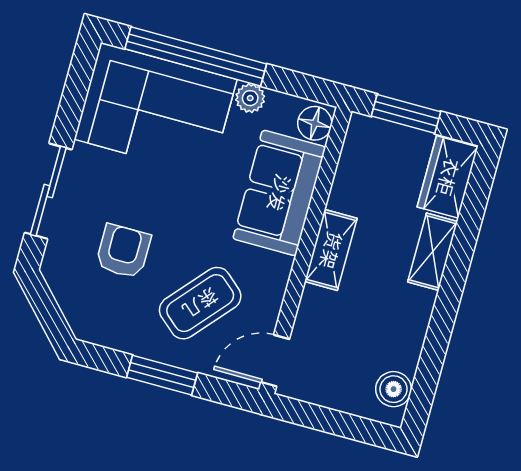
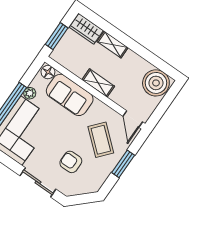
boiler: (394, 389) -> (156, 83), width x1.86, depth x1.86

